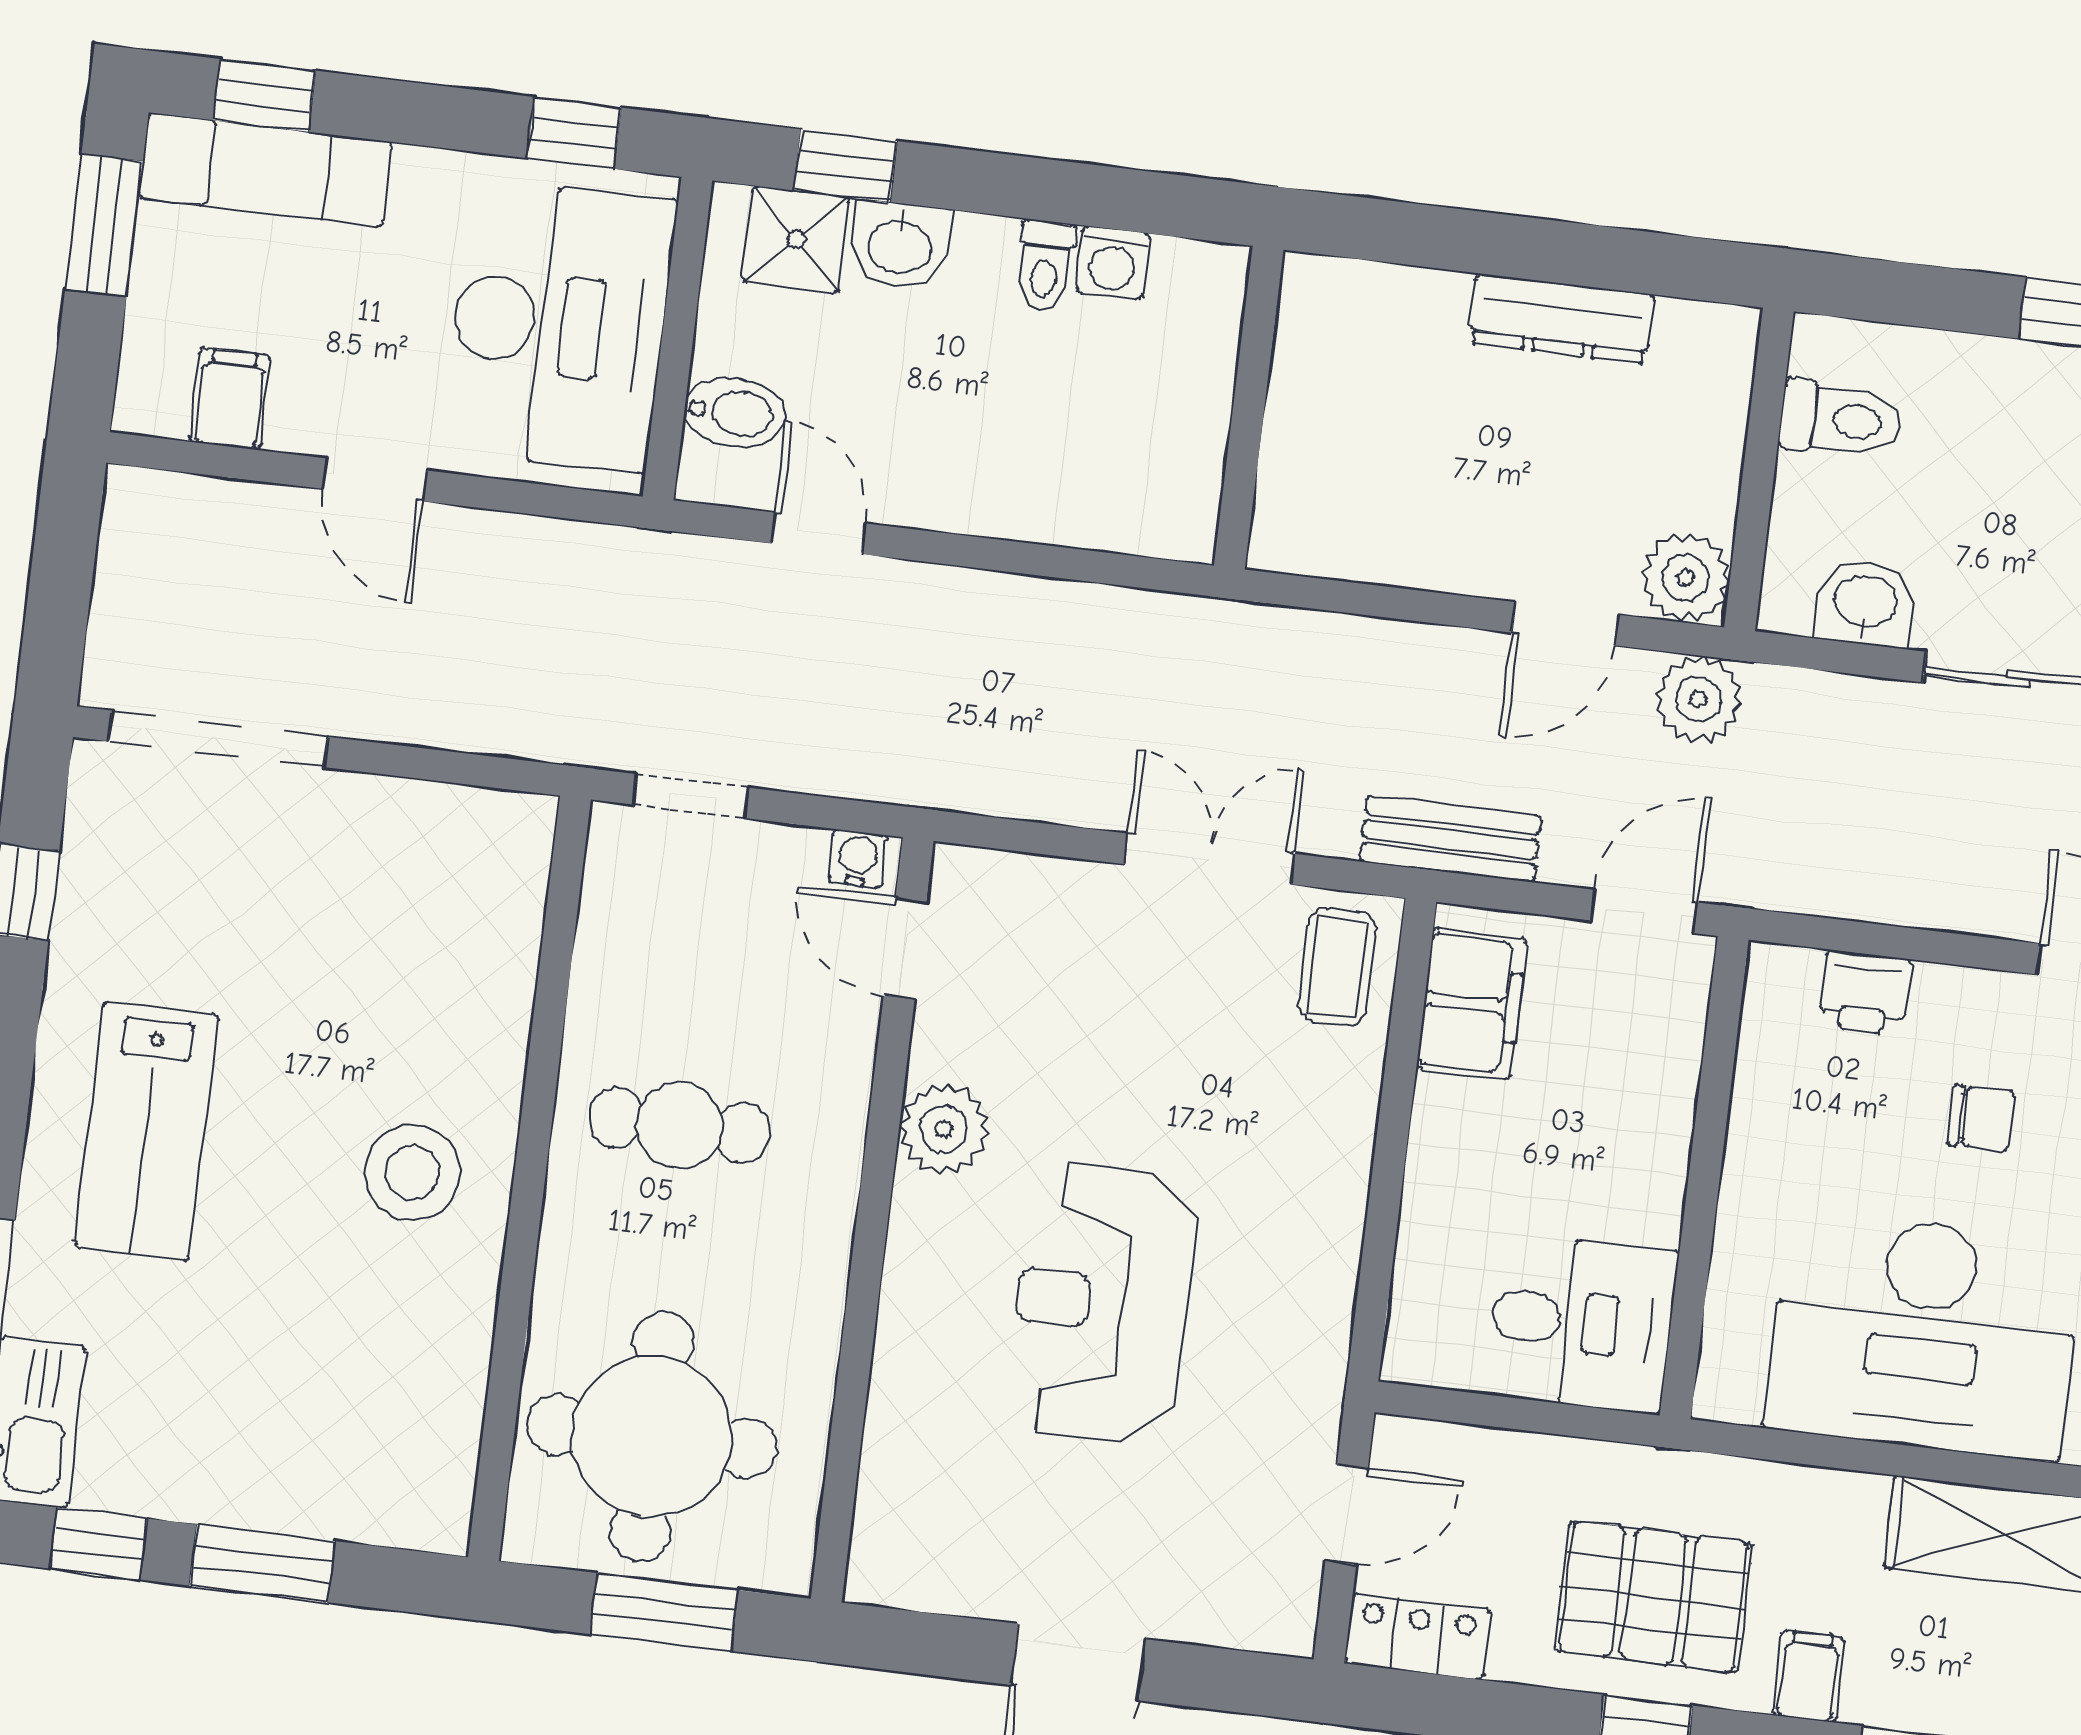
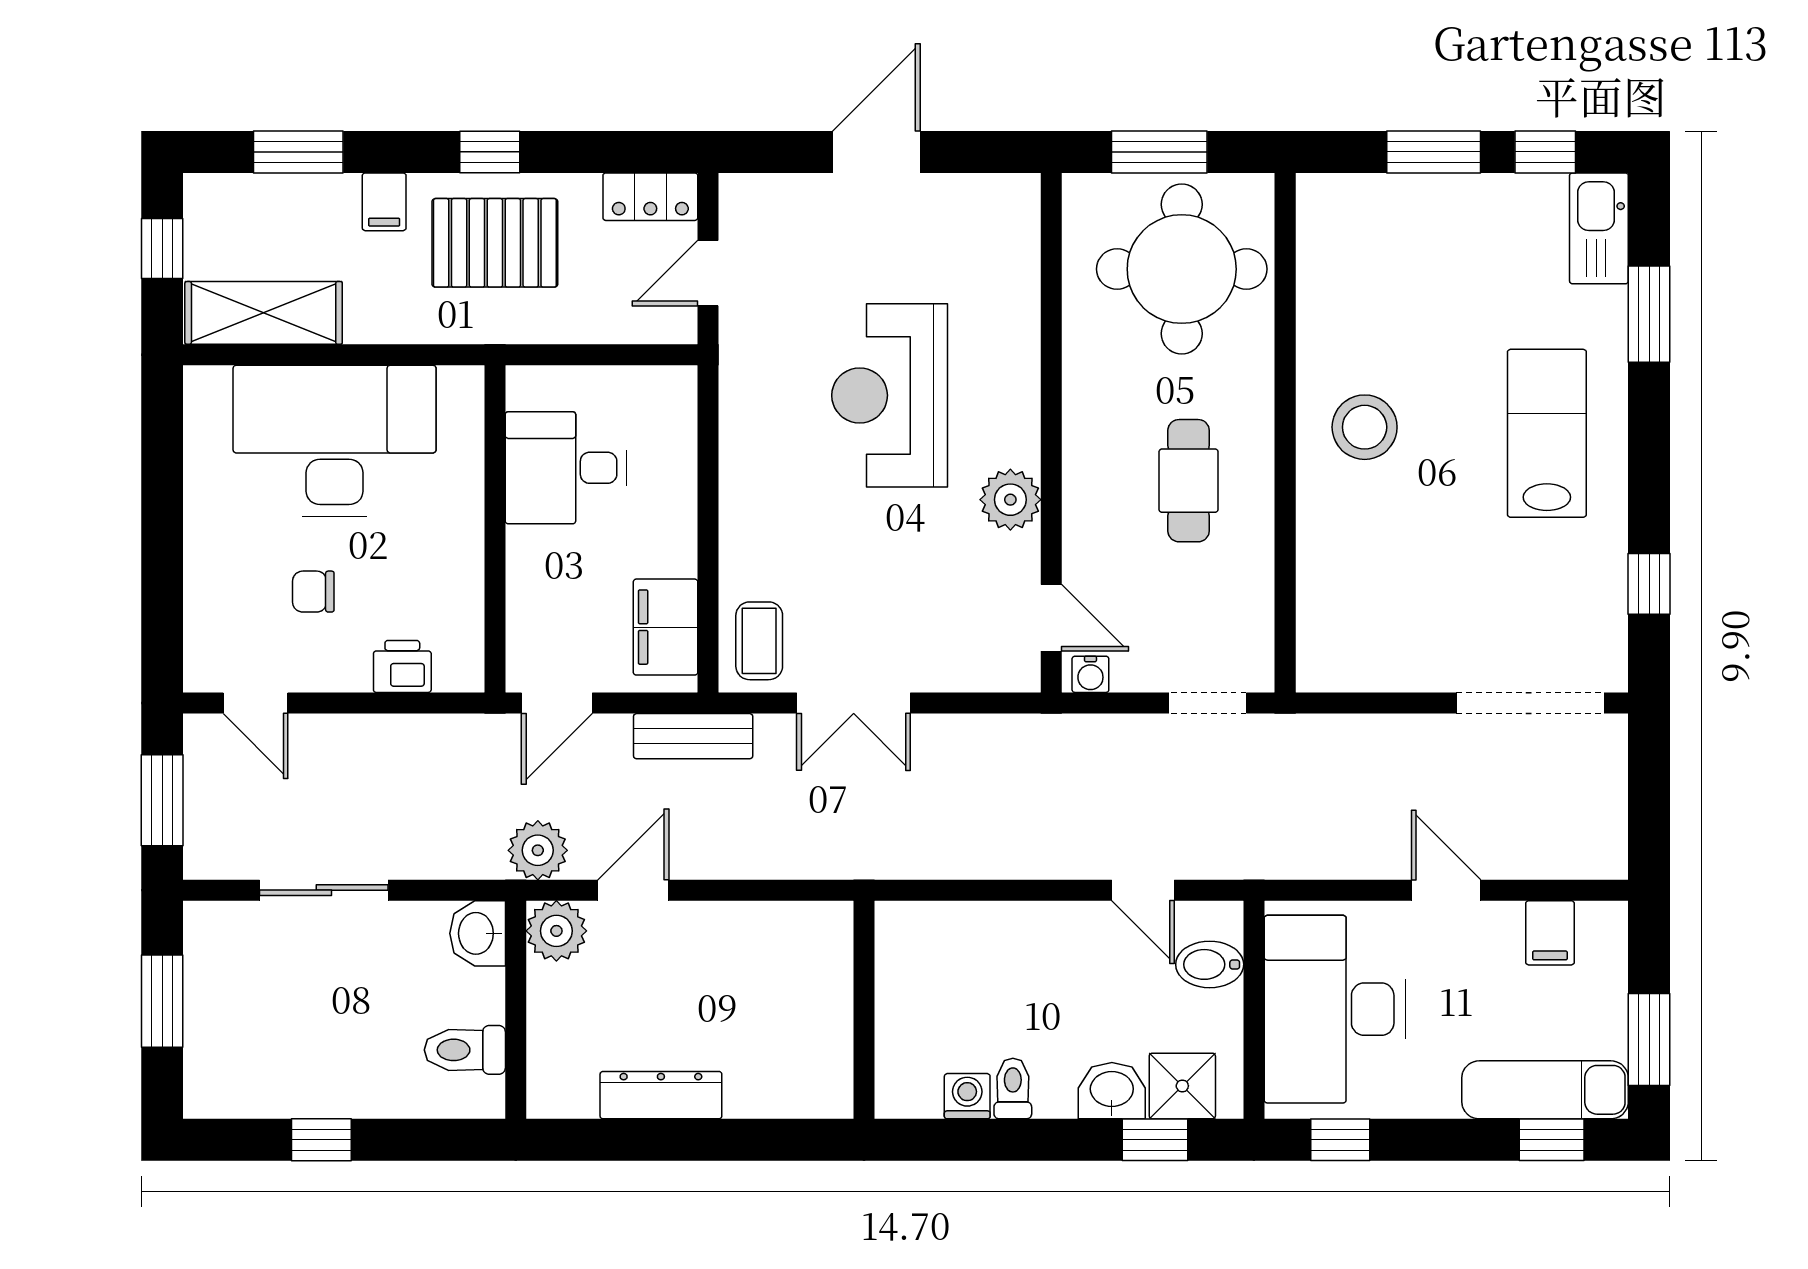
washbasin: (1865, 603) -> (478, 933), moved, turned 90
cafe table: (679, 1125) -> (1189, 481), turned 90
reception desk: (1102, 1303) -> (890, 395), turned 180
desk: (1581, 1323) -> (566, 468), moved

